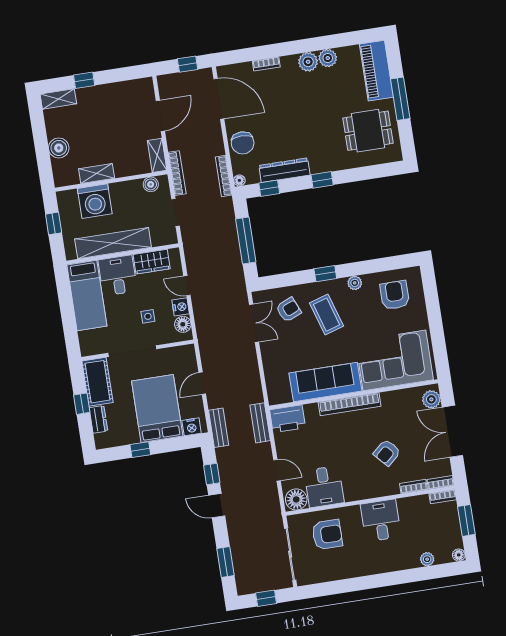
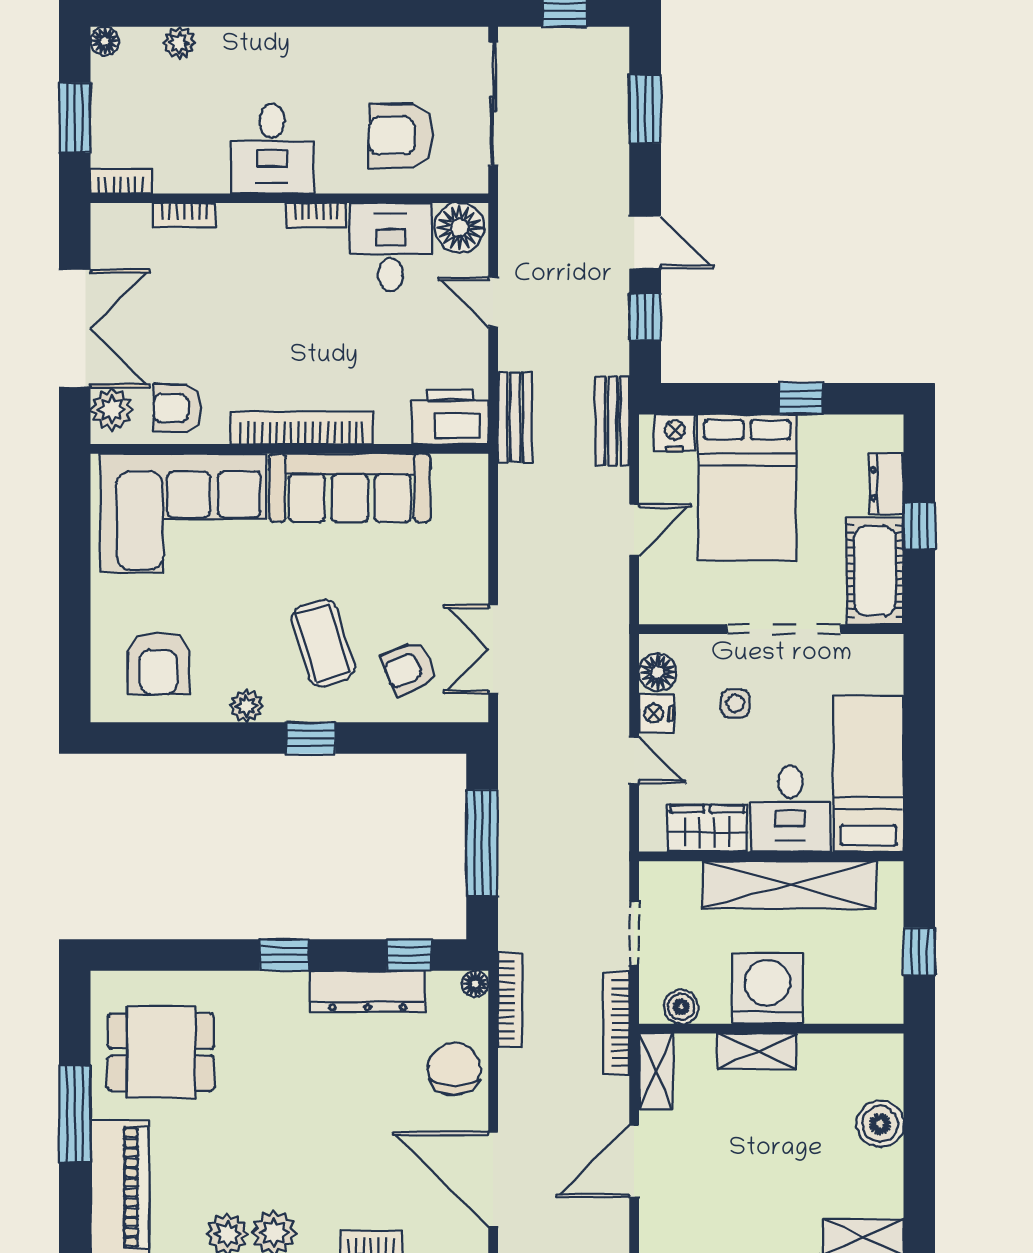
shelving: (97, 174) -> (757, 1051), moved
washing machine: (95, 201) -> (767, 988), moved
armchair: (387, 453) -> (178, 408), moved, turned -138
bookcase: (441, 482) -> (316, 215), moved

